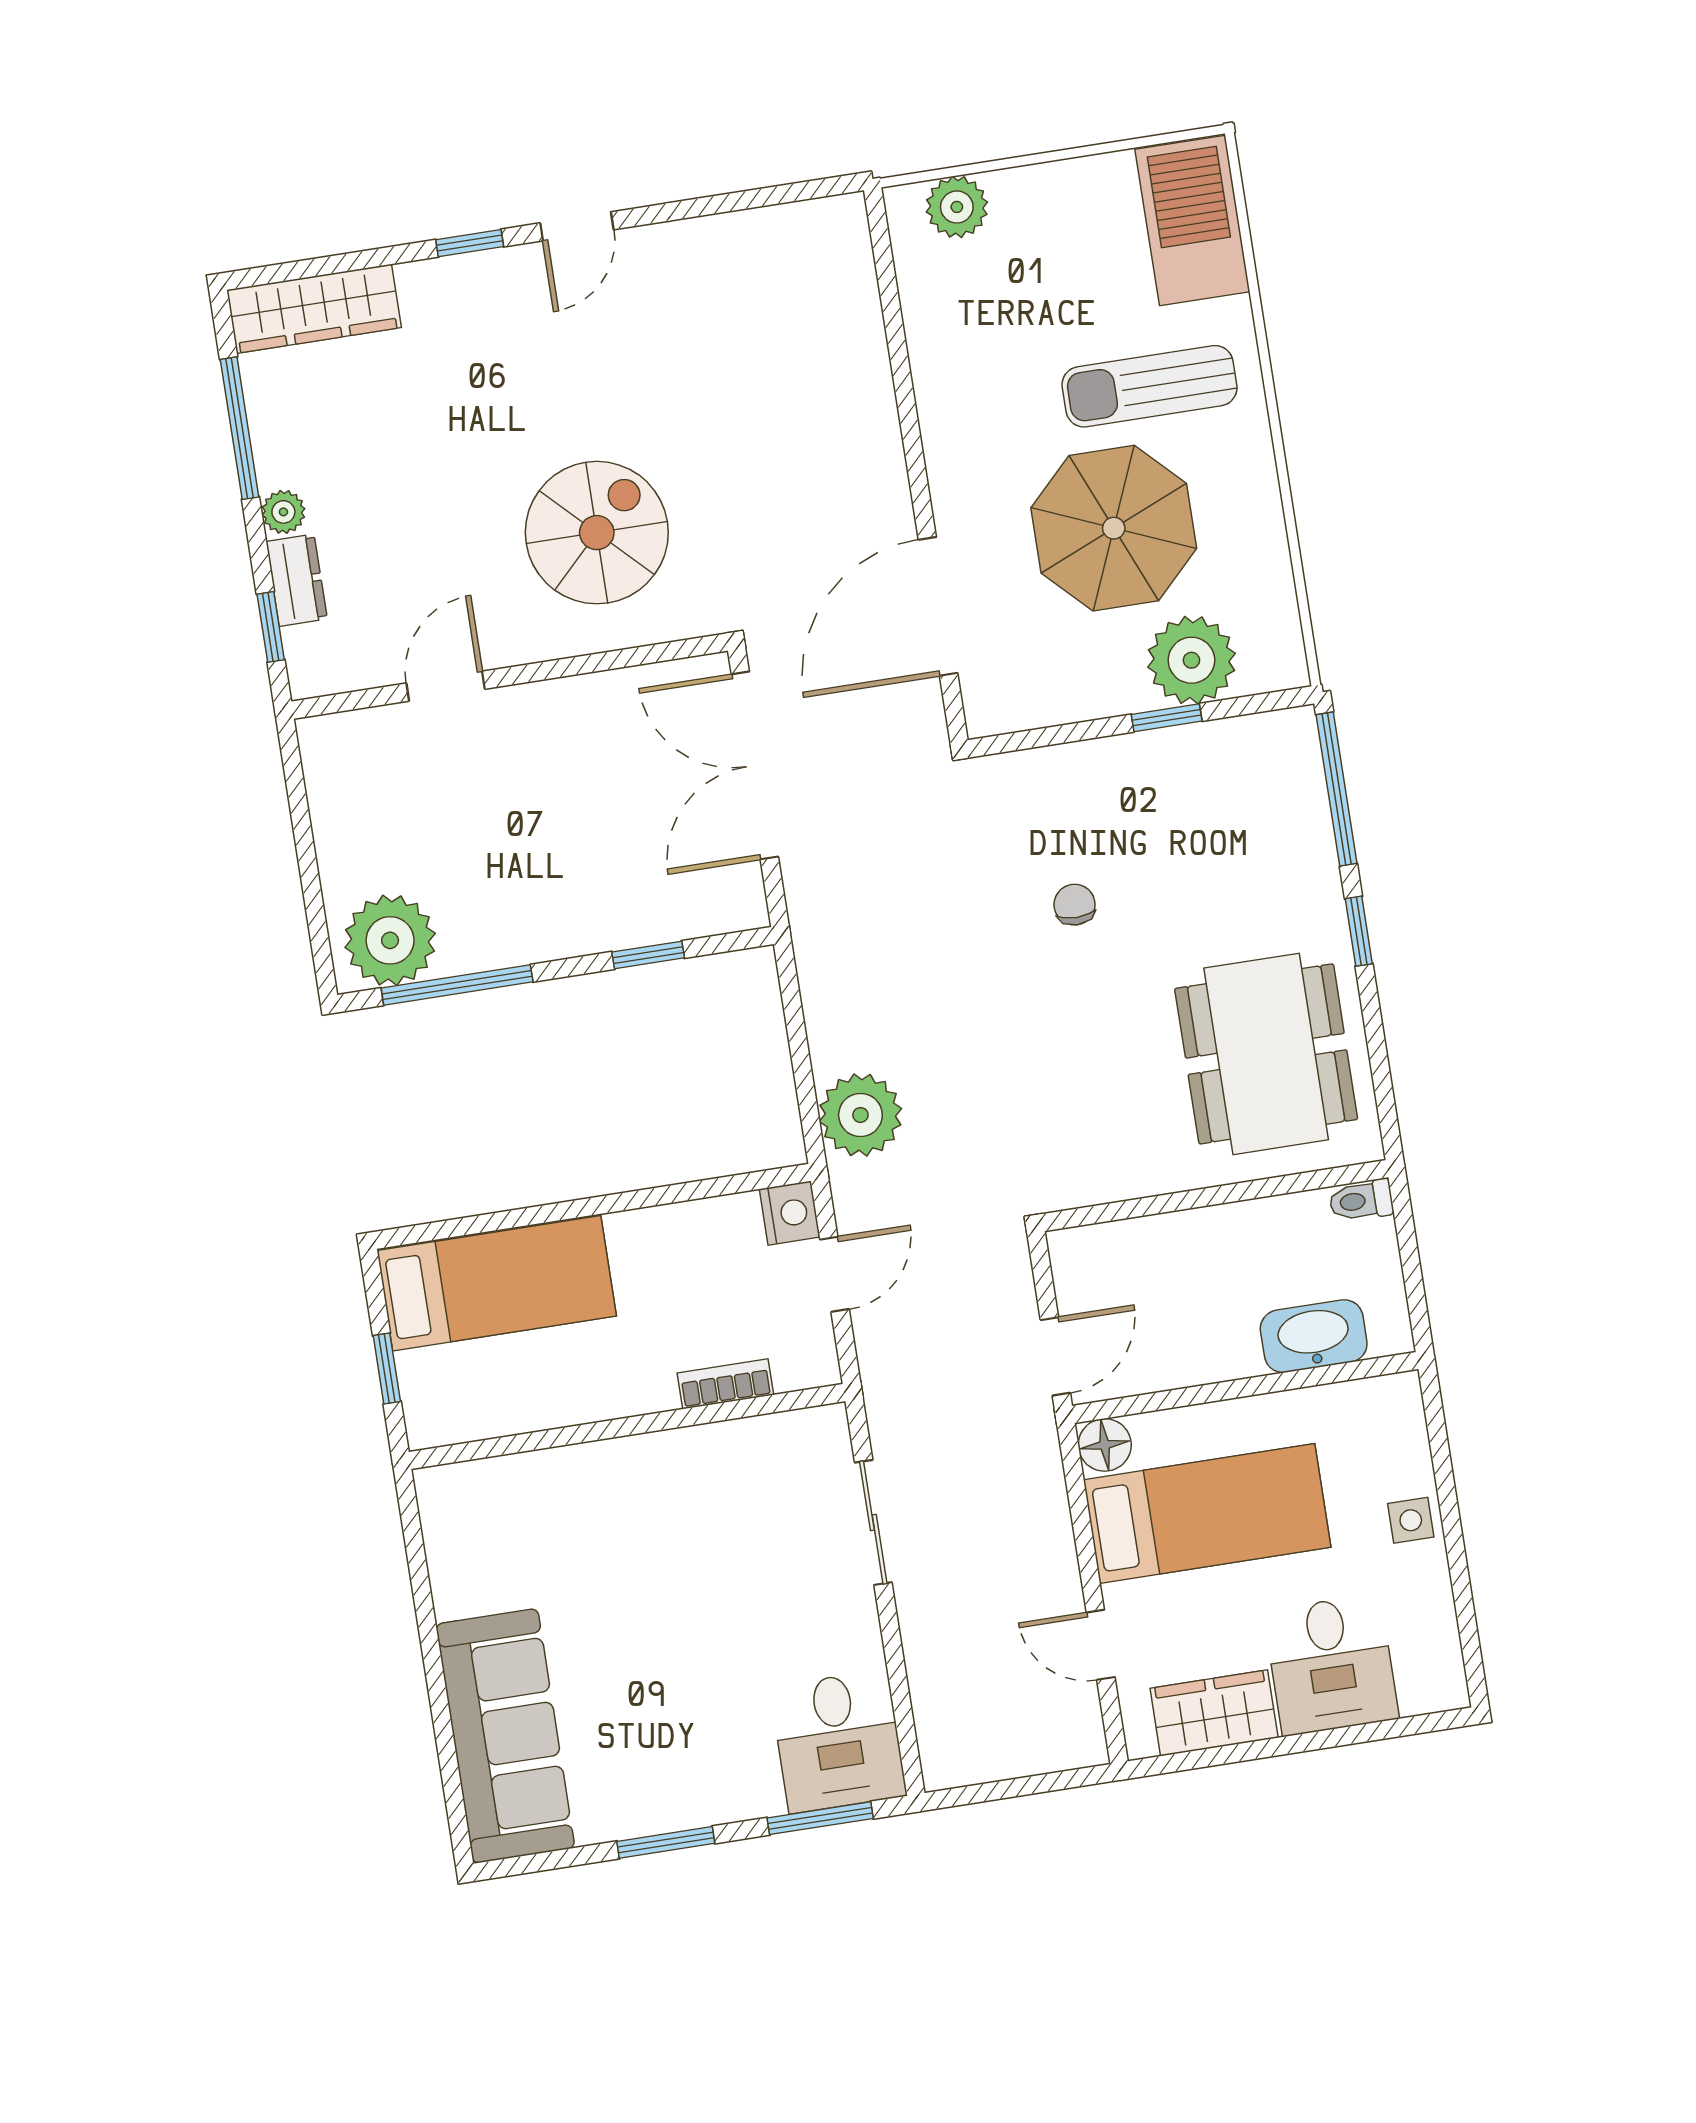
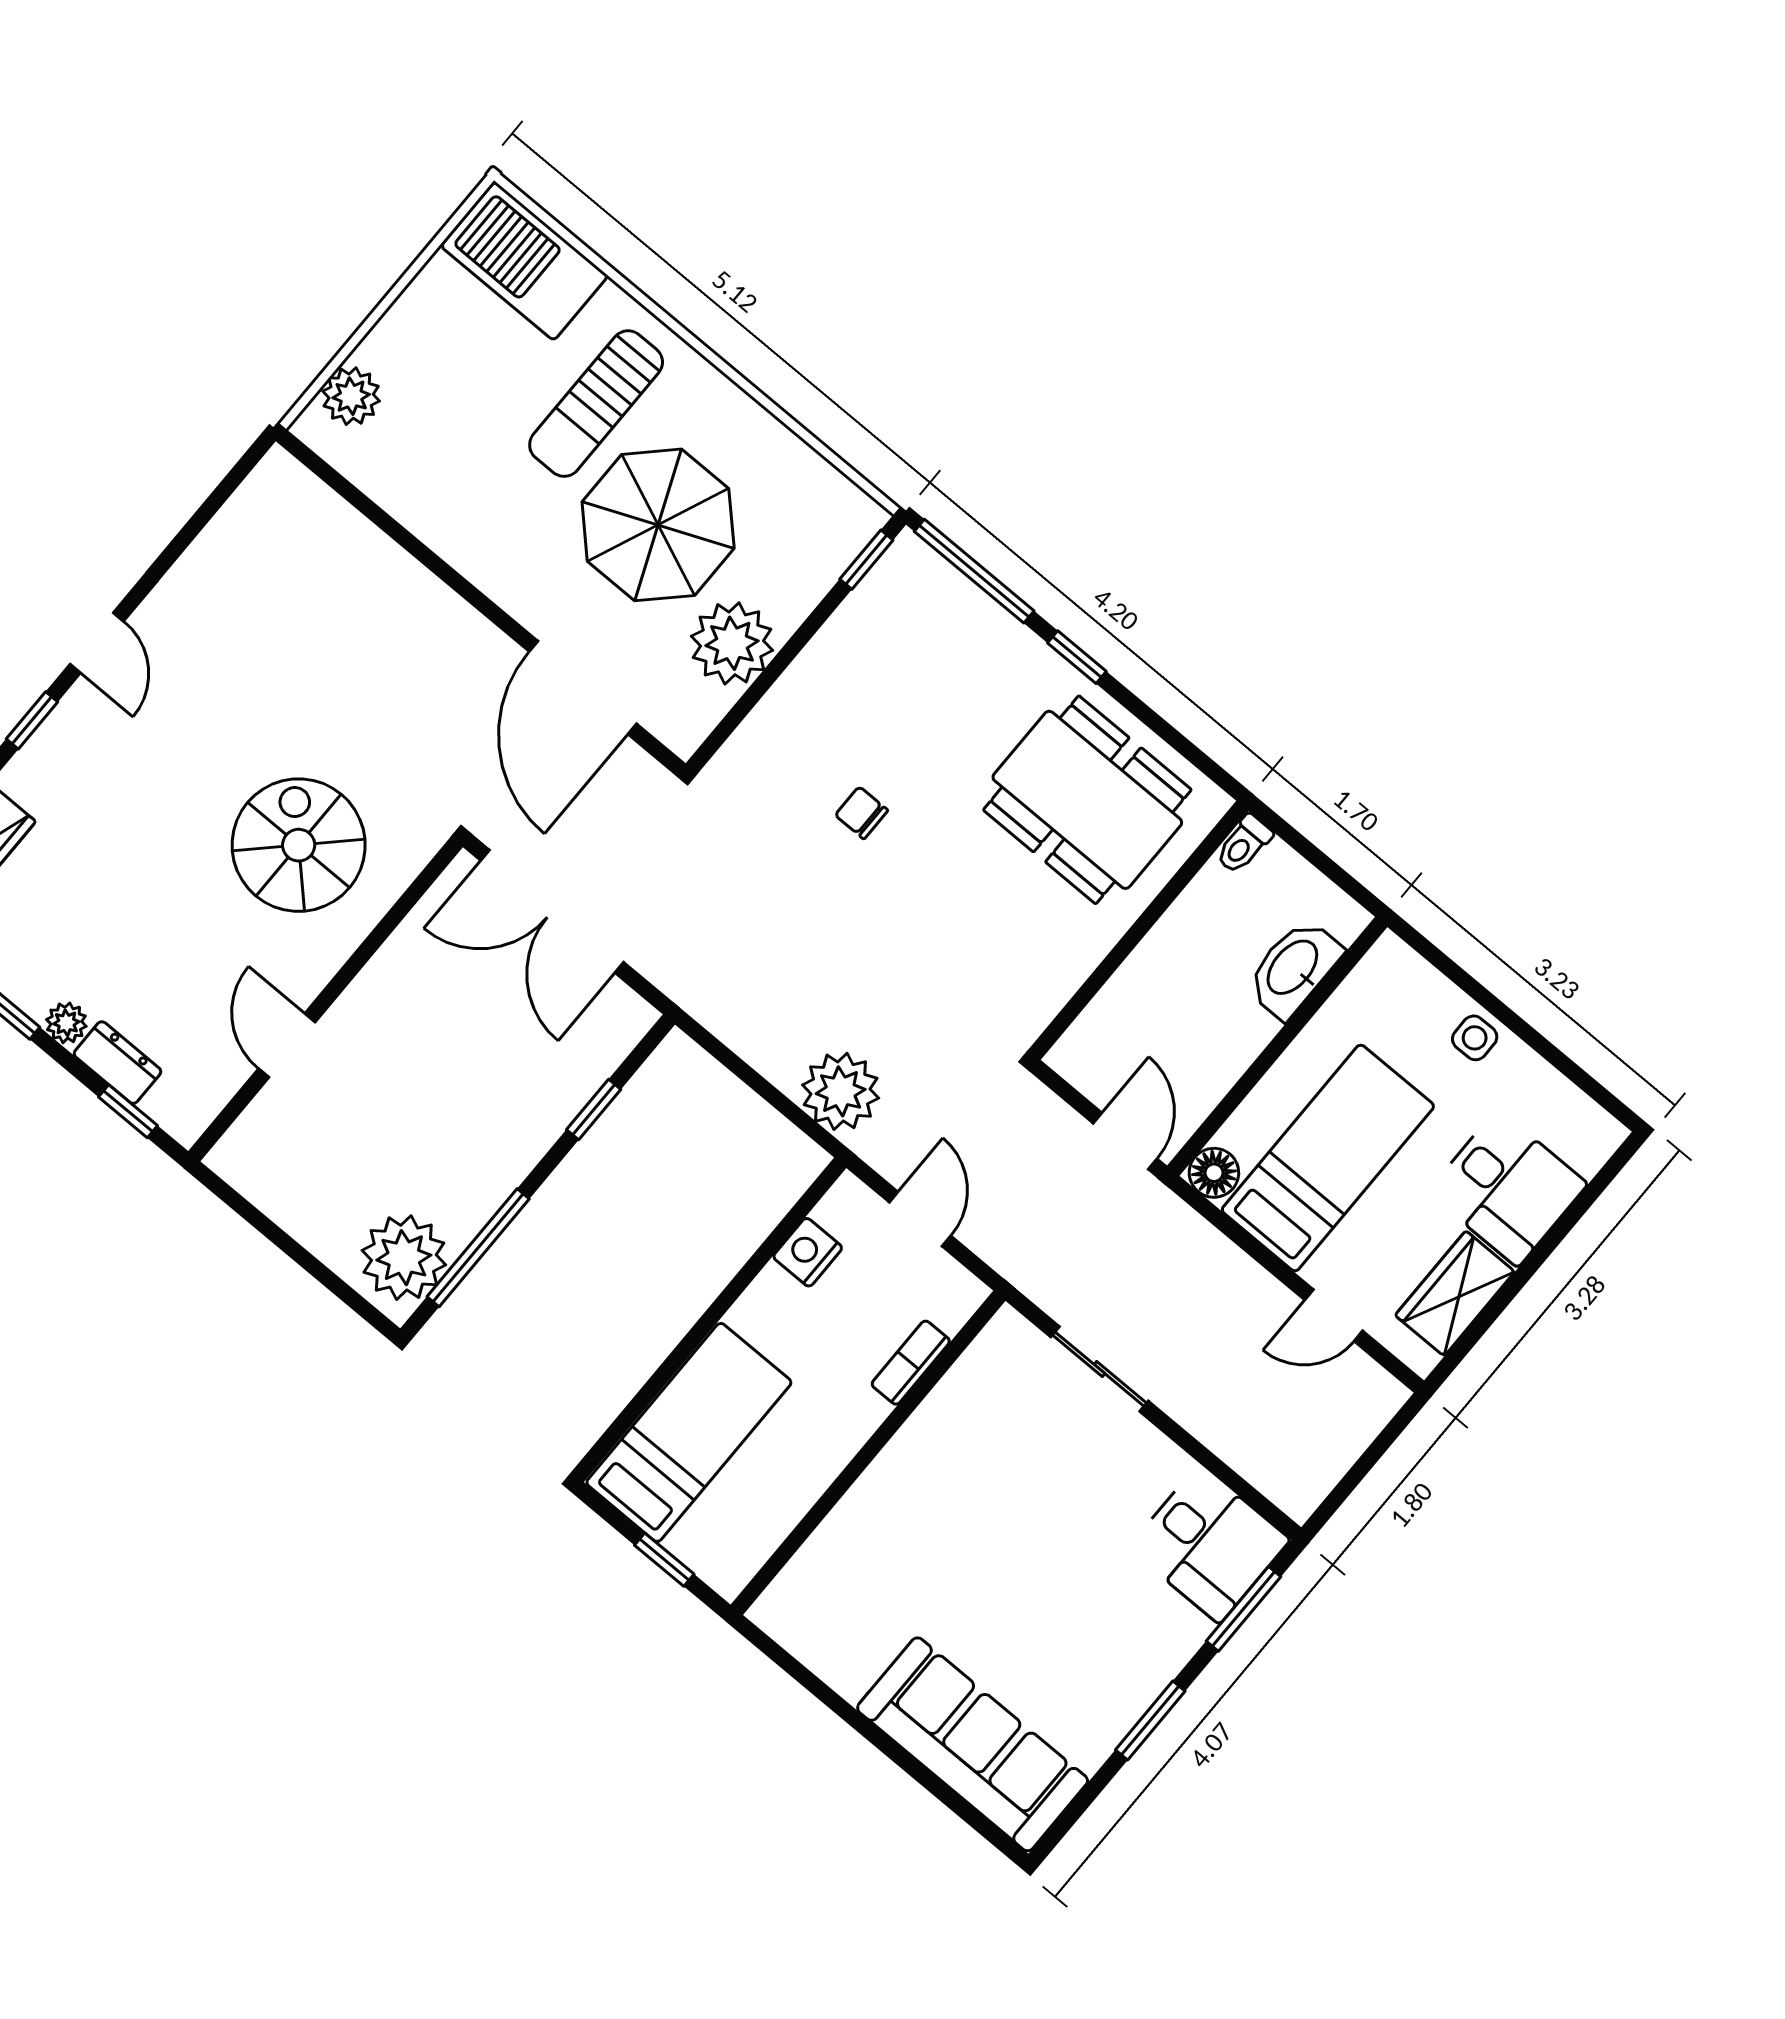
plant: (1191, 660) -> (732, 643), moved
window: (1167, 718) -> (866, 560), moved
nightstand: (790, 1213) -> (808, 1252), moved, turned -90

